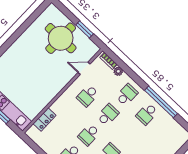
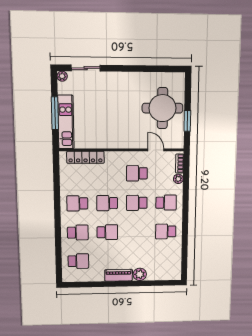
window: (161, 102) -> (185, 233), removed
school desk: (108, 115) -> (137, 203), turned 180
locker: (45, 120) -> (85, 157), width x1.53

